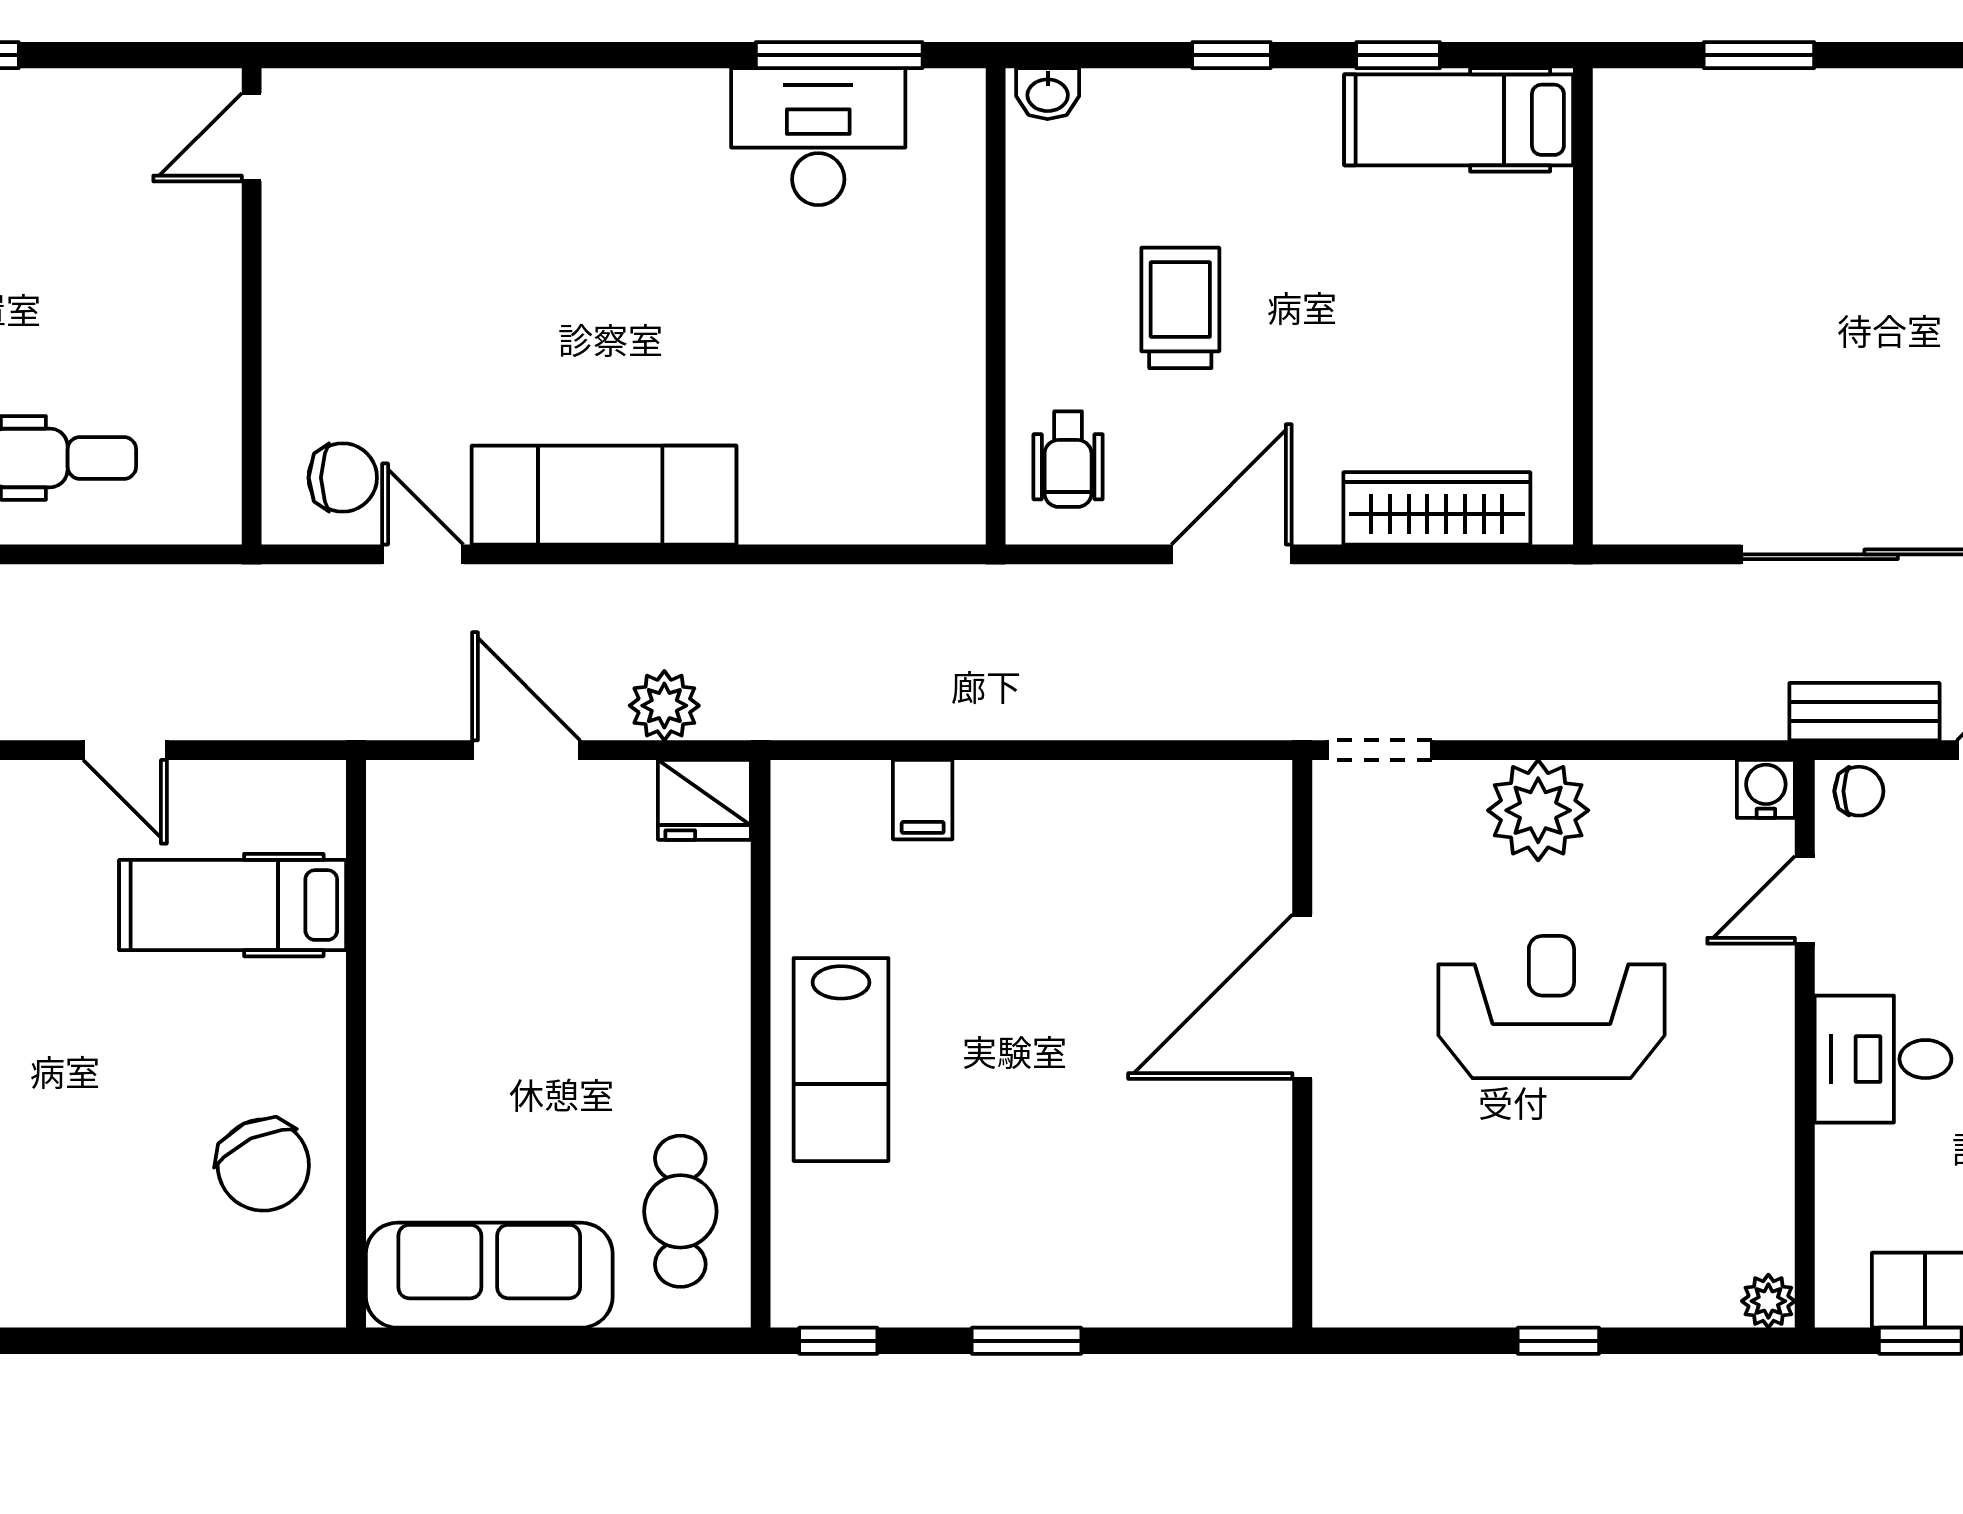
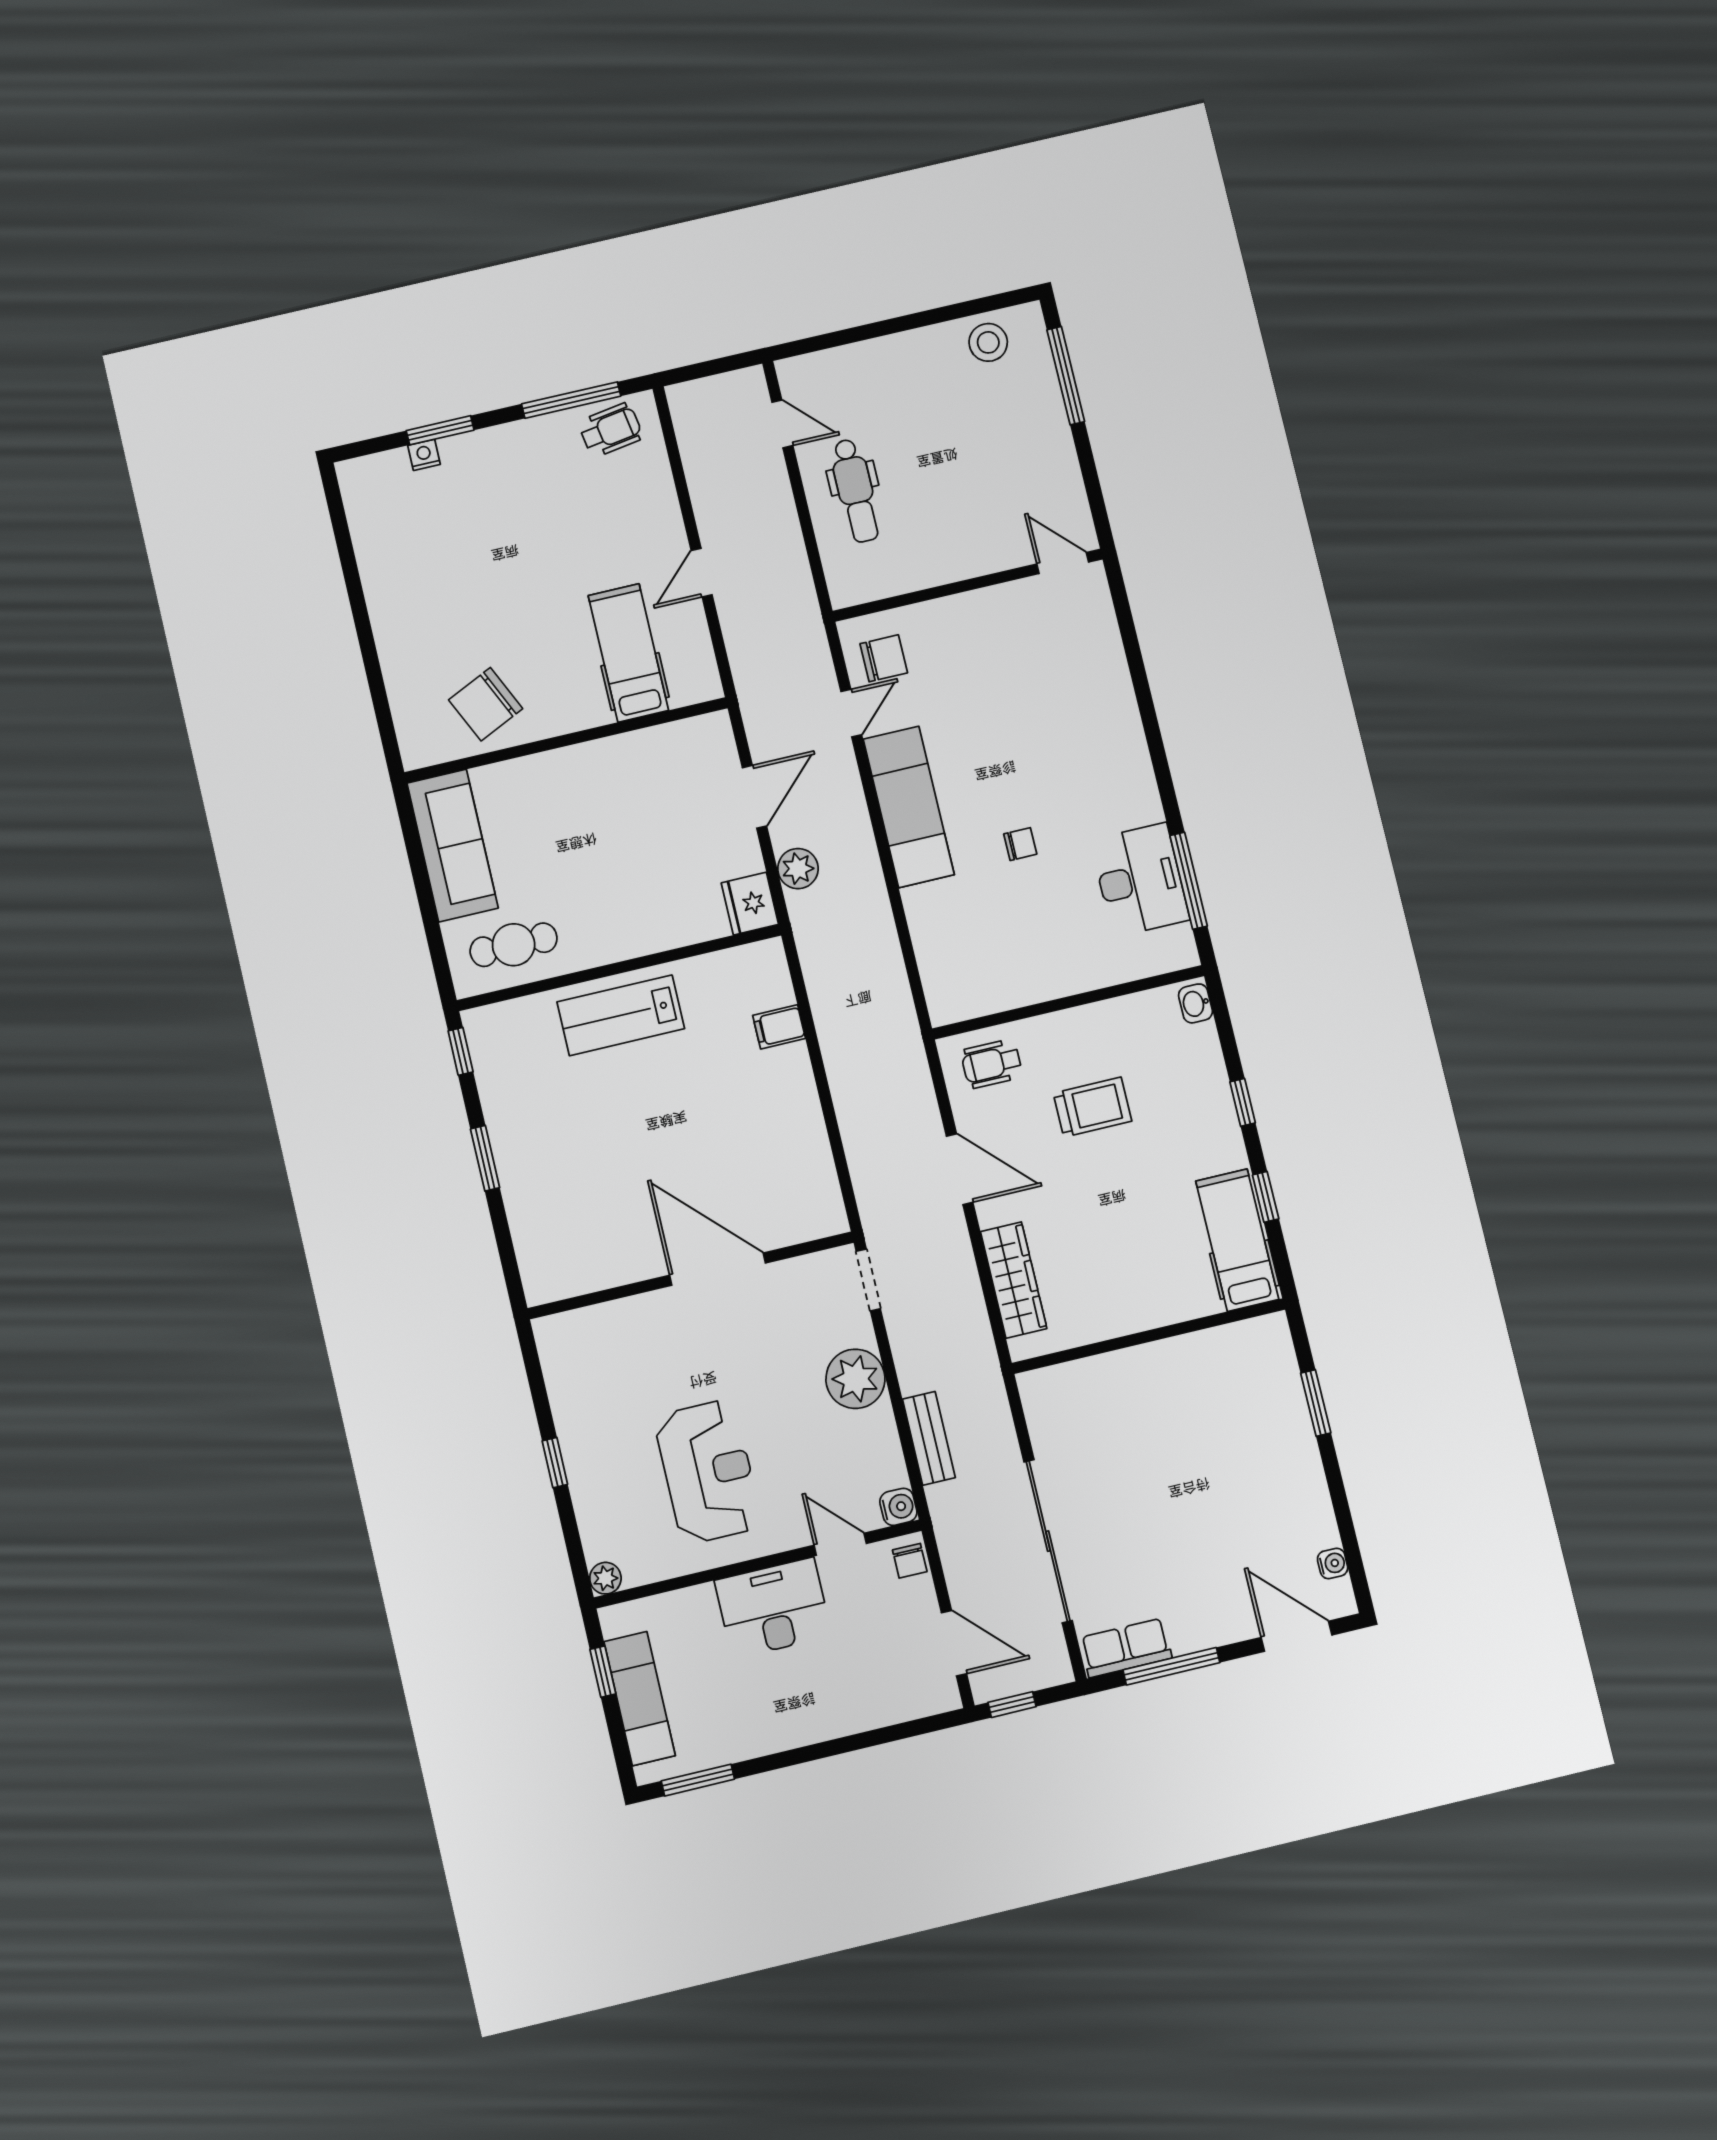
chair: (711, 323) -> (1020, 844), added
chair: (343, 478) -> (884, 658), turned -90
bench: (1864, 712) -> (929, 1438), moved
reception desk: (1551, 1007) -> (708, 1472), moved
desk: (1883, 1059) -> (773, 1608), width x1.37

